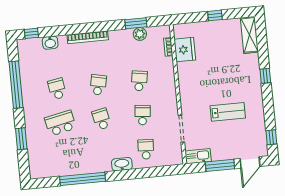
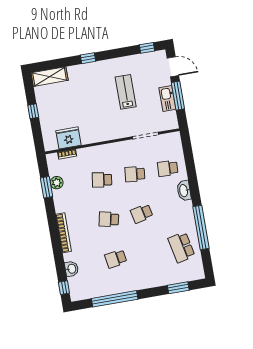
school desk: (60, 123) -> (181, 247), moved
window: (21, 139) -> (178, 288), moved
kitchen sink: (198, 156) -> (167, 99), moved

